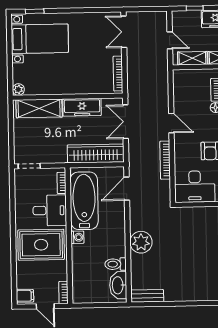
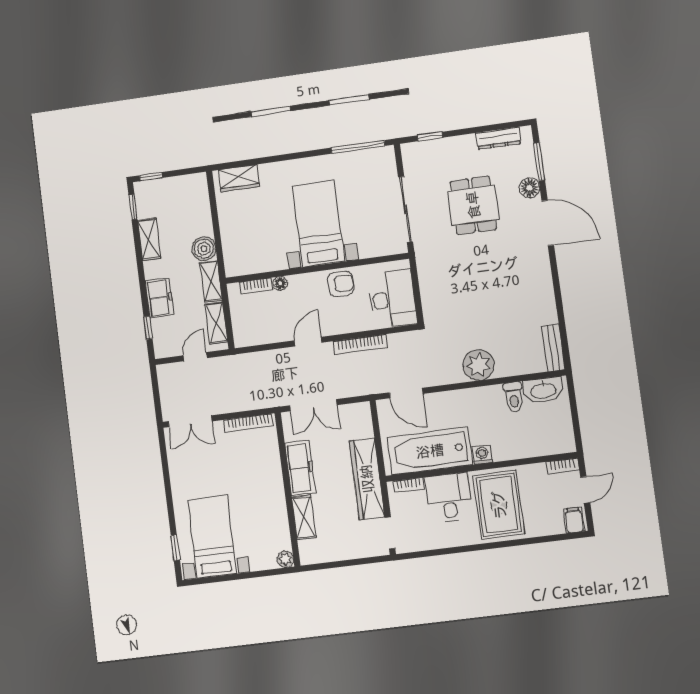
shelving: (39, 108) -> (304, 517), width x0.67, depth x0.75
wardrobe: (96, 154) -> (367, 479), moved

